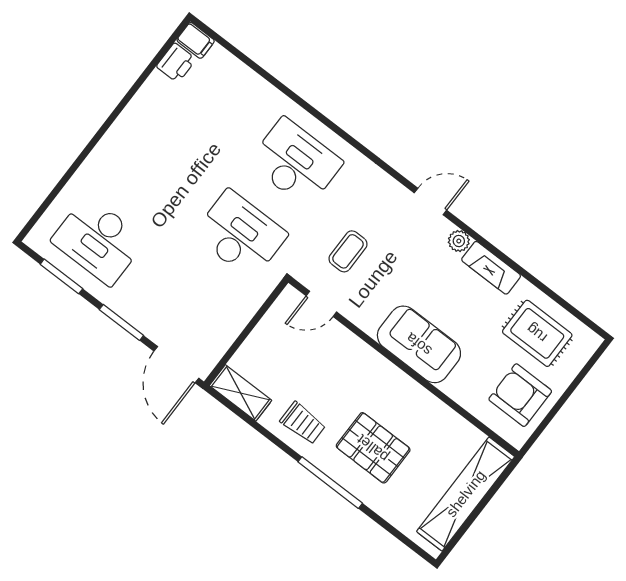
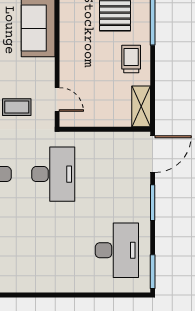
desk: (240, 235) -> (53, 174), turned 180
window: (61, 276) -> (153, 272), moved

